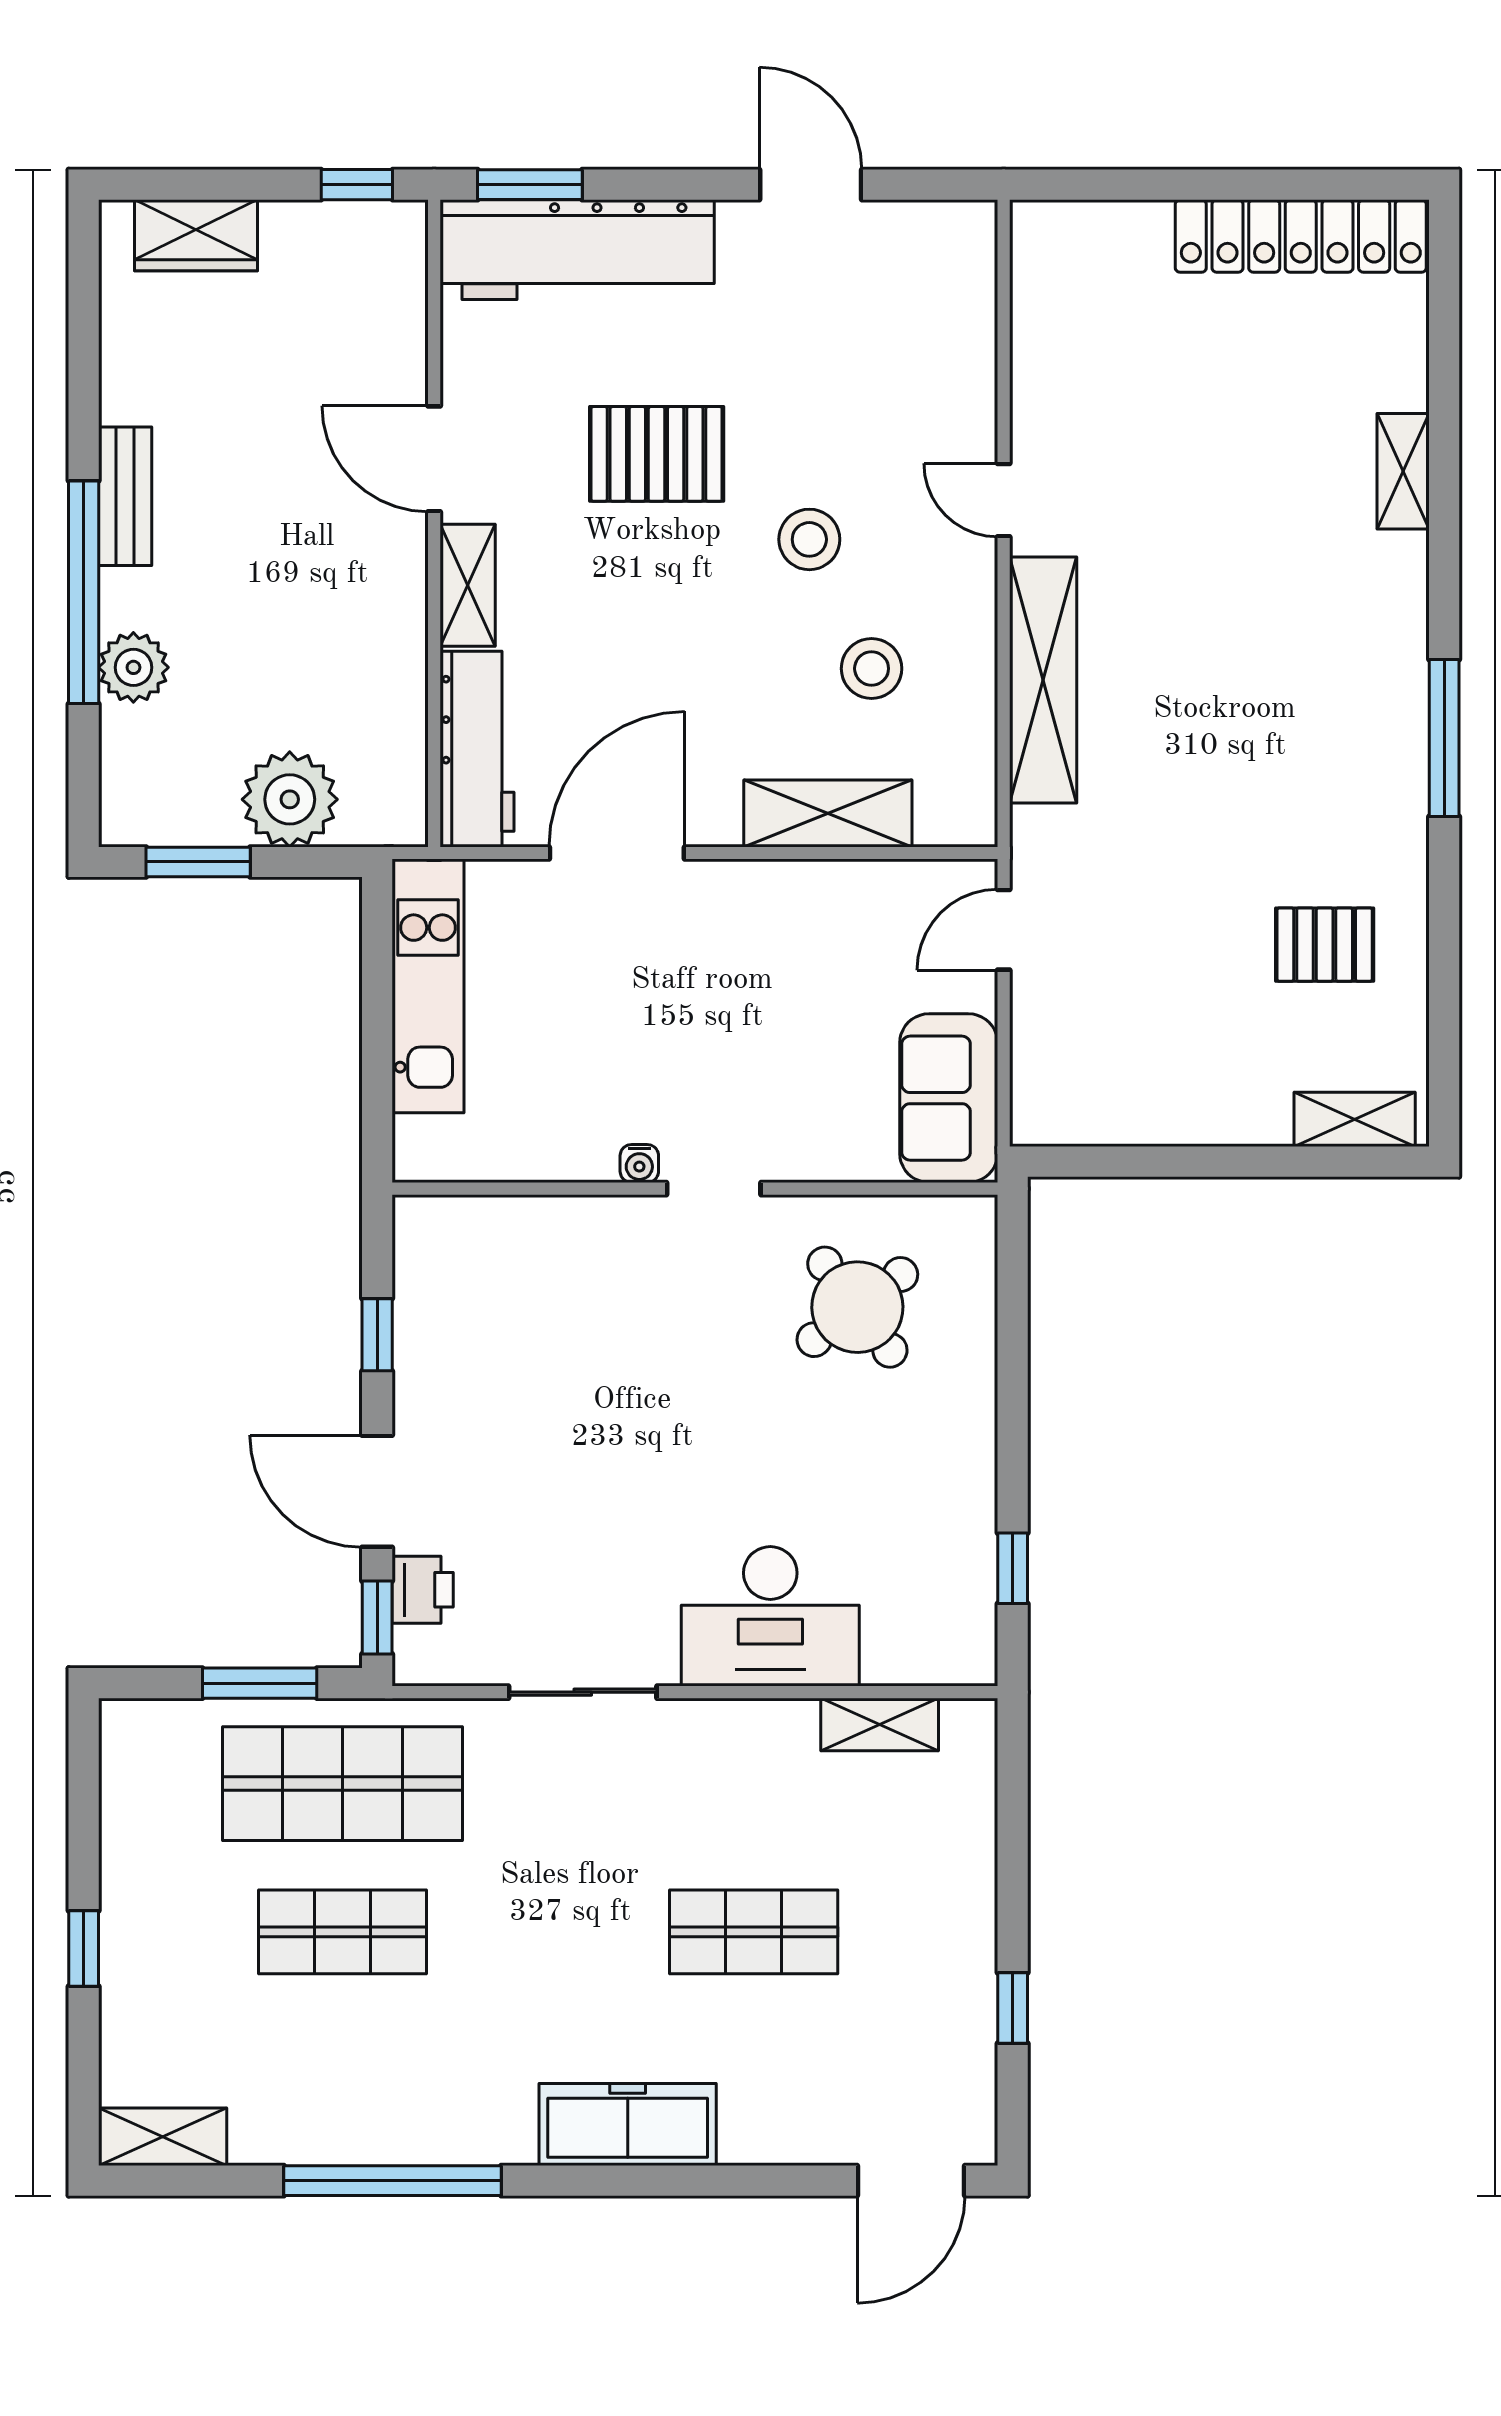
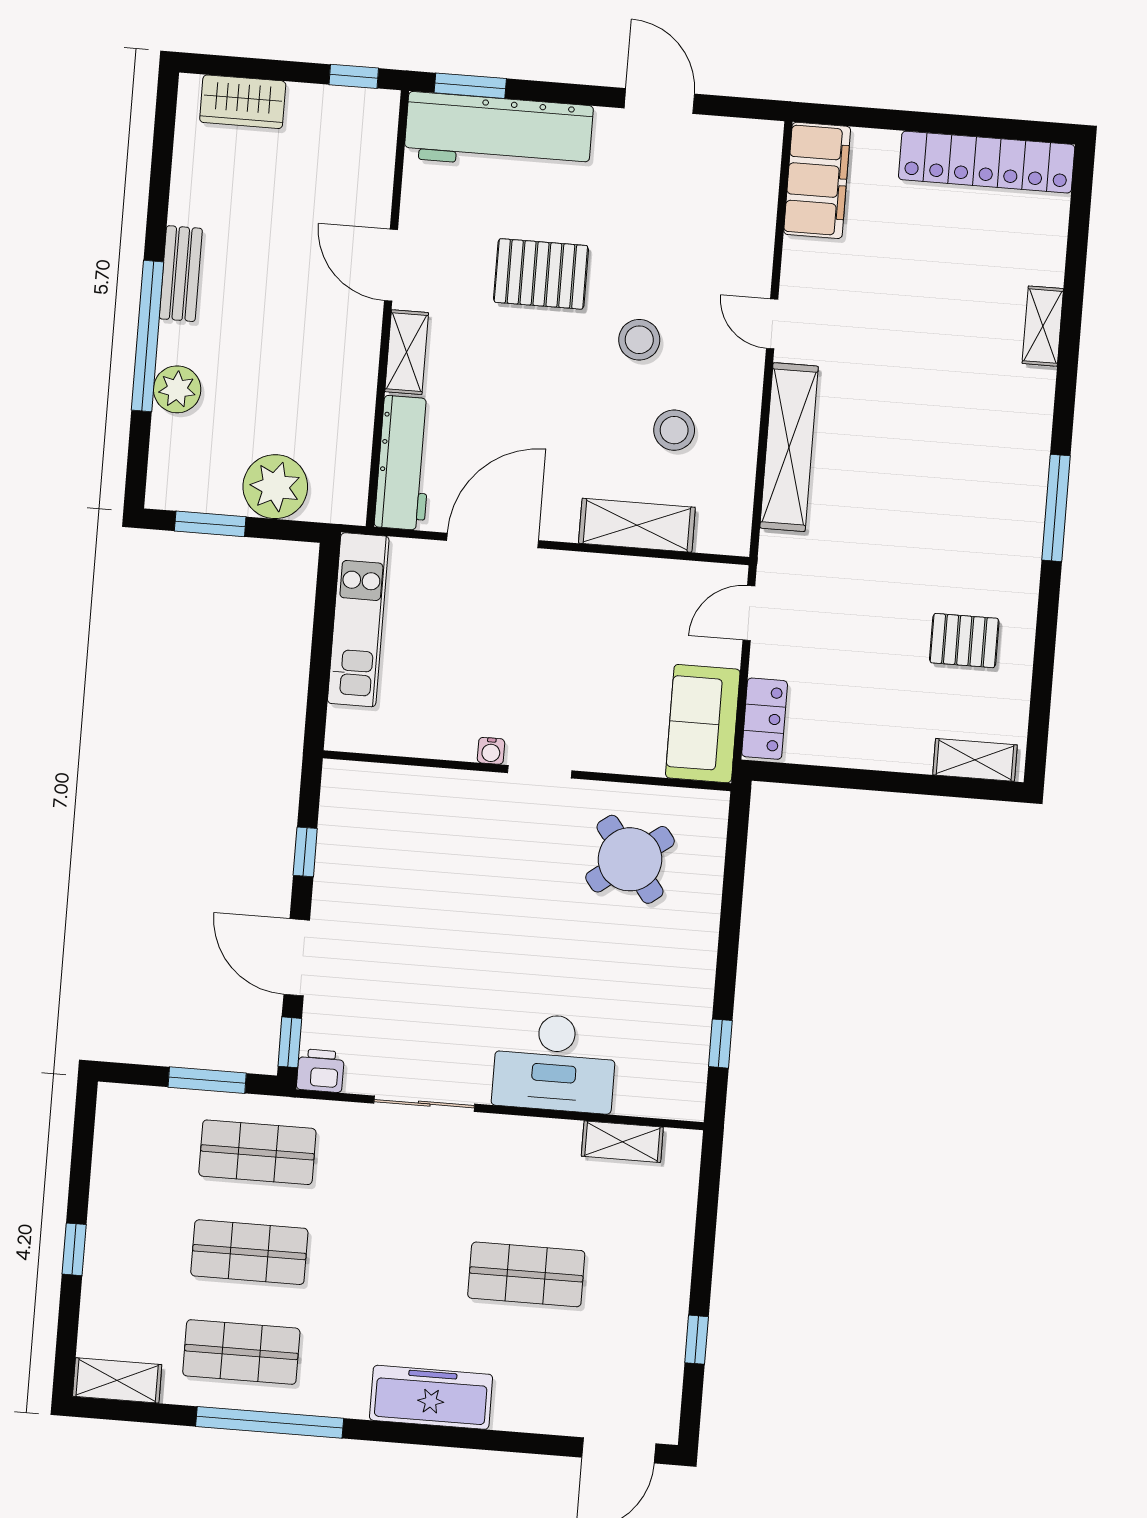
filing cabinet: (1053, 283) -> (817, 180), added
locker: (1039, 1084) -> (765, 719), added
printer: (423, 1590) -> (320, 1071), moved, turned -90
shop shelf: (342, 1784) -> (257, 1152), width x0.70, depth x0.74
shop shelf: (342, 2080) -> (241, 1352), added

